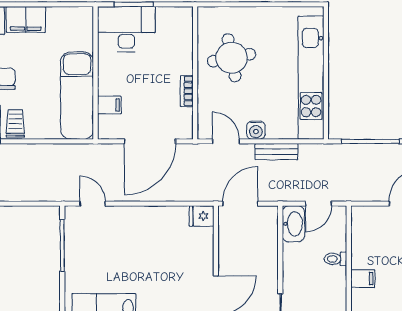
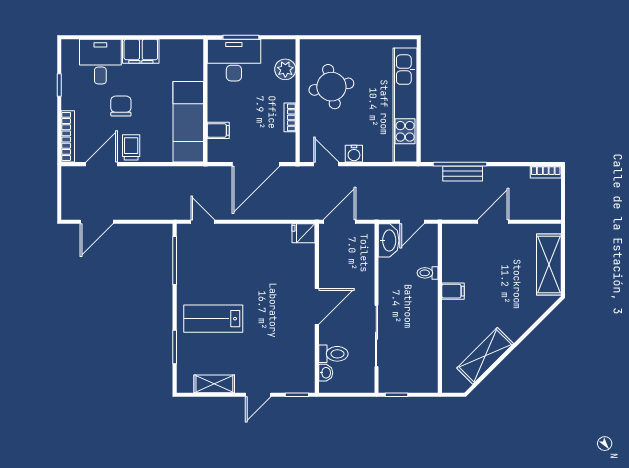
plant: (182, 39) -> (285, 69), added
bench: (276, 152) -> (463, 174), moved

